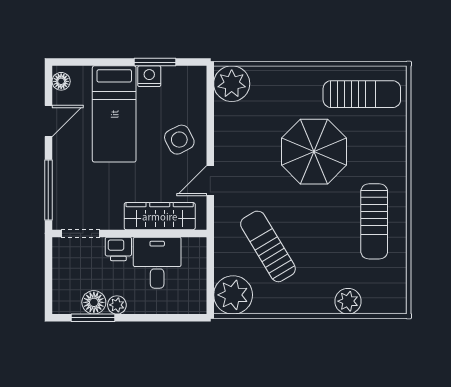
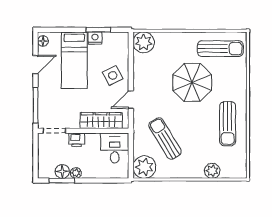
desk: (157, 263) -> (115, 148), moved

